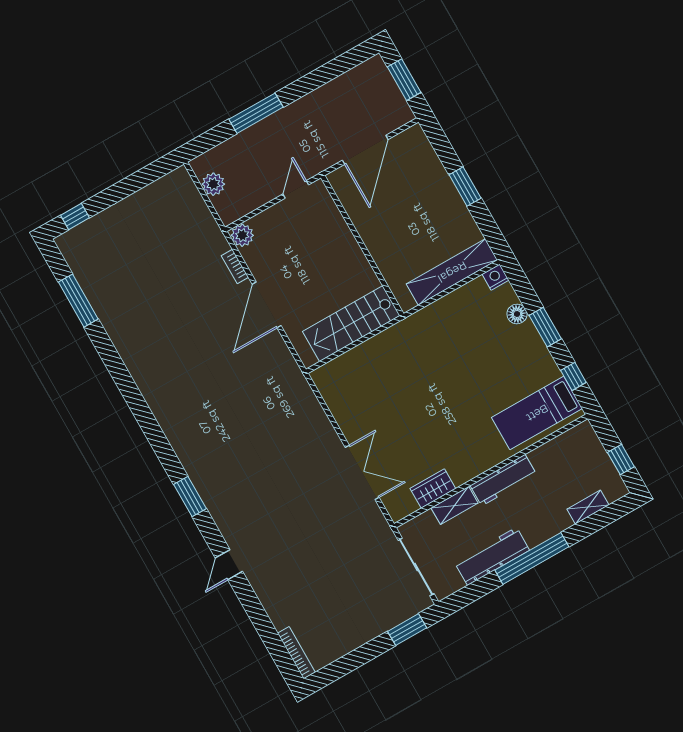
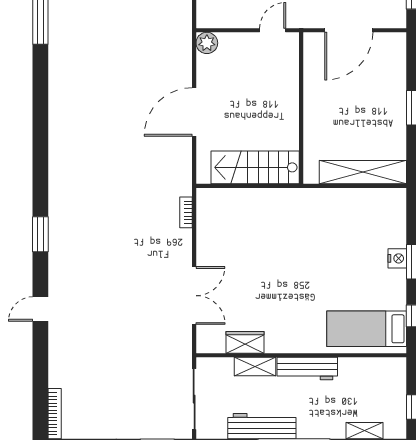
bookcase: (235, 266) -> (186, 212), moved
nightstand: (495, 277) -> (397, 258), moved, turned 90
floor lamp: (517, 314) -> (397, 238), removed

